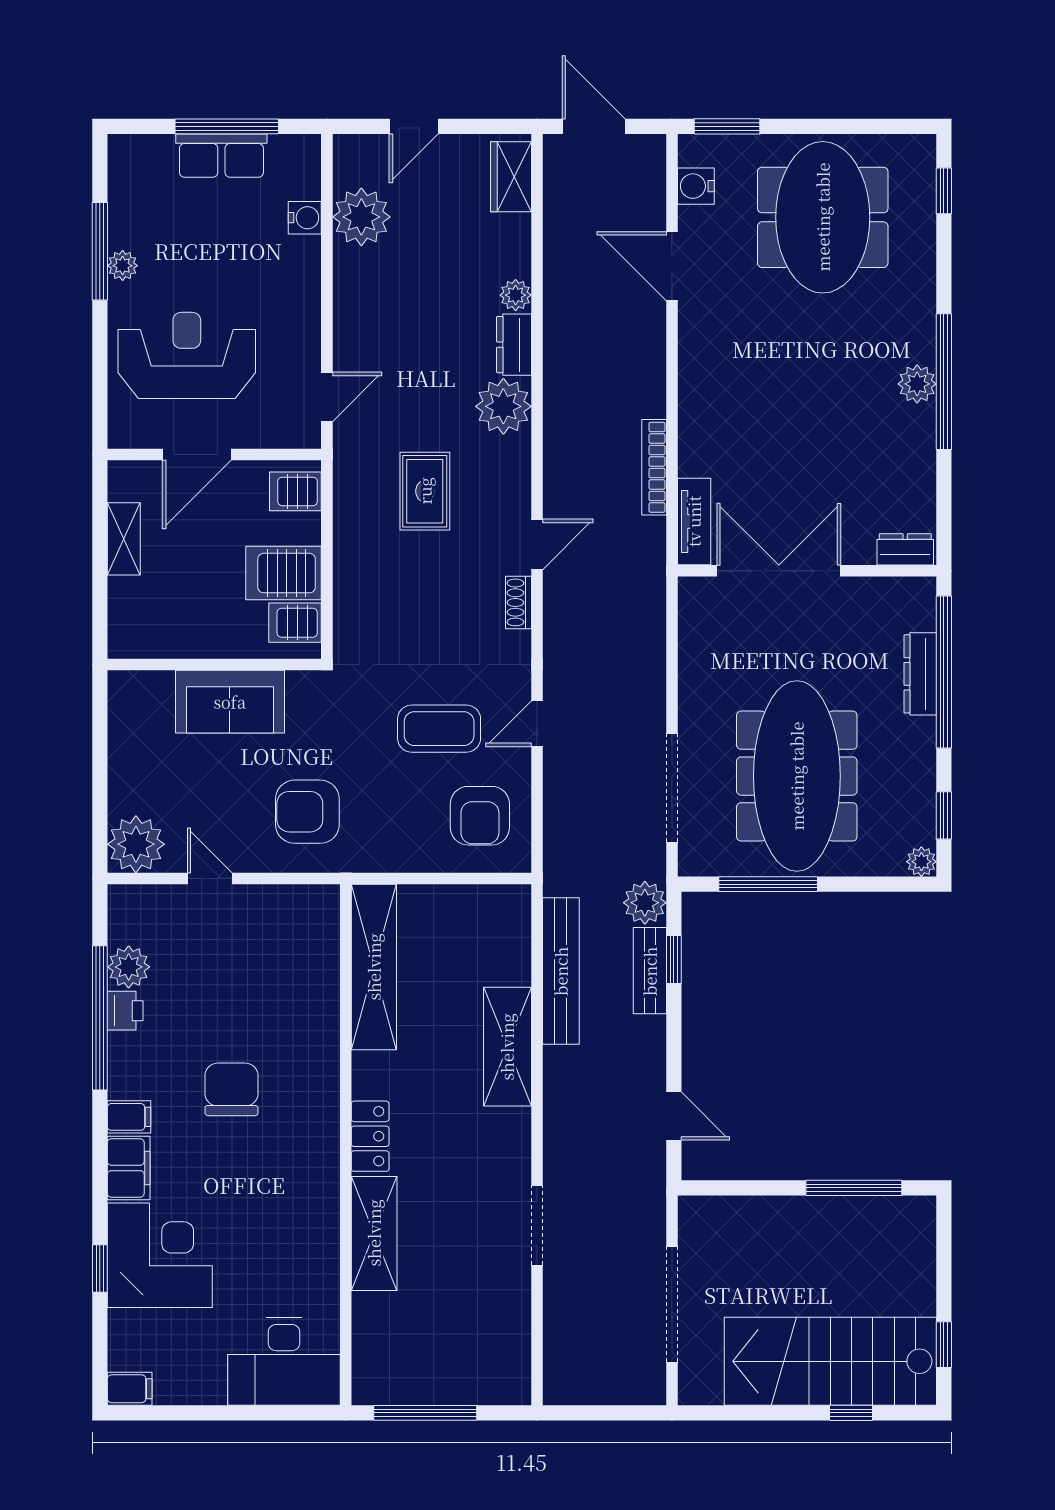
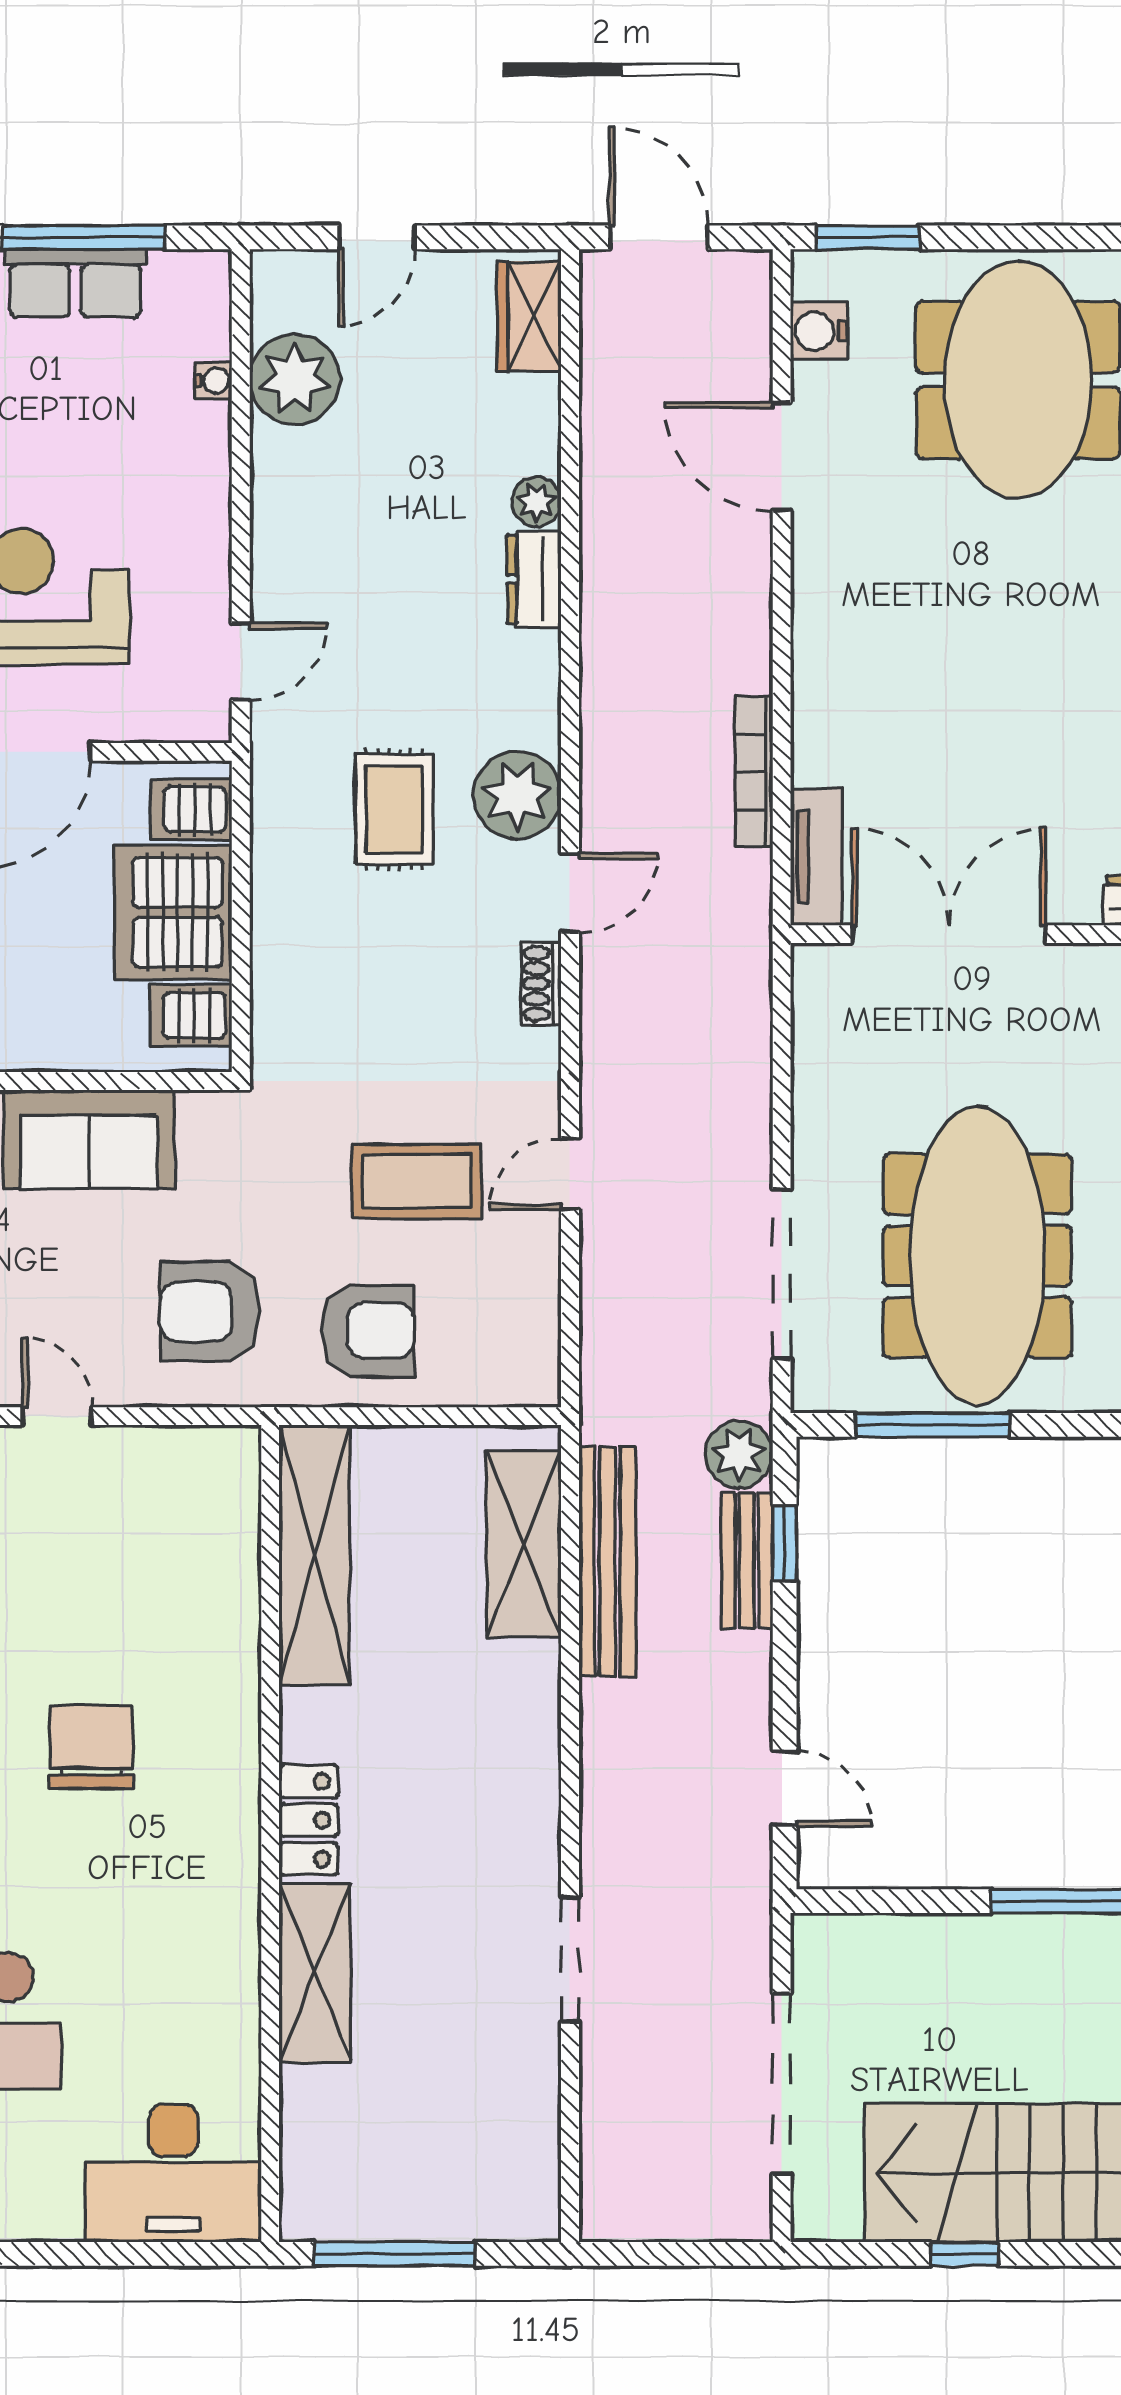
water cooler: (305, 218) -> (213, 381), width x0.72, depth x0.72
plant: (503, 406) -> (517, 795), moved
server rack: (284, 573) -> (173, 912), width x1.60
armchair: (480, 816) -> (368, 1331), moved, turned -90
shelving: (507, 1047) -> (524, 1543), moved
window: (851, 1413) -> (964, 2254), moved

